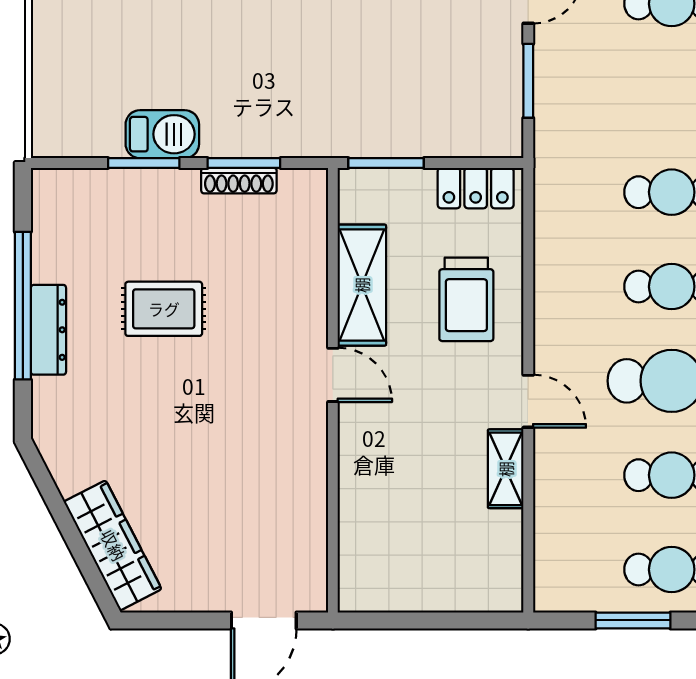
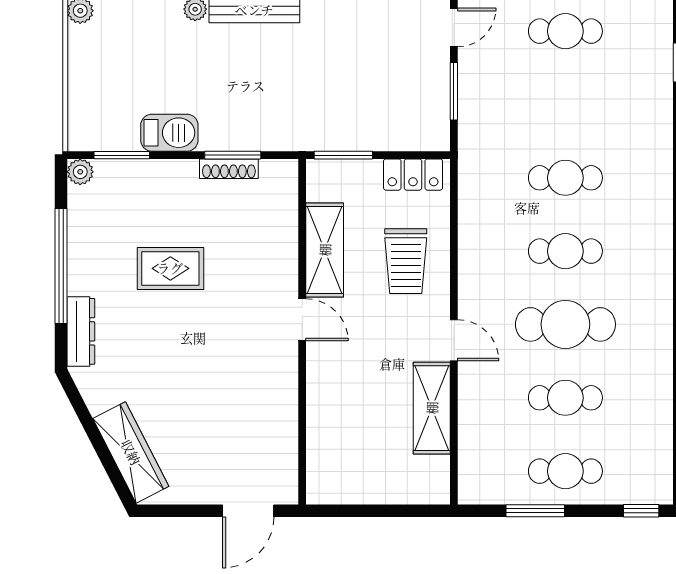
window: (144, 163) -> (122, 155), moved
plant: (48, 185) -> (80, 172), added
dresser: (48, 330) -> (81, 331), moved
shelving: (506, 469) -> (432, 408), width x1.50, depth x1.33

